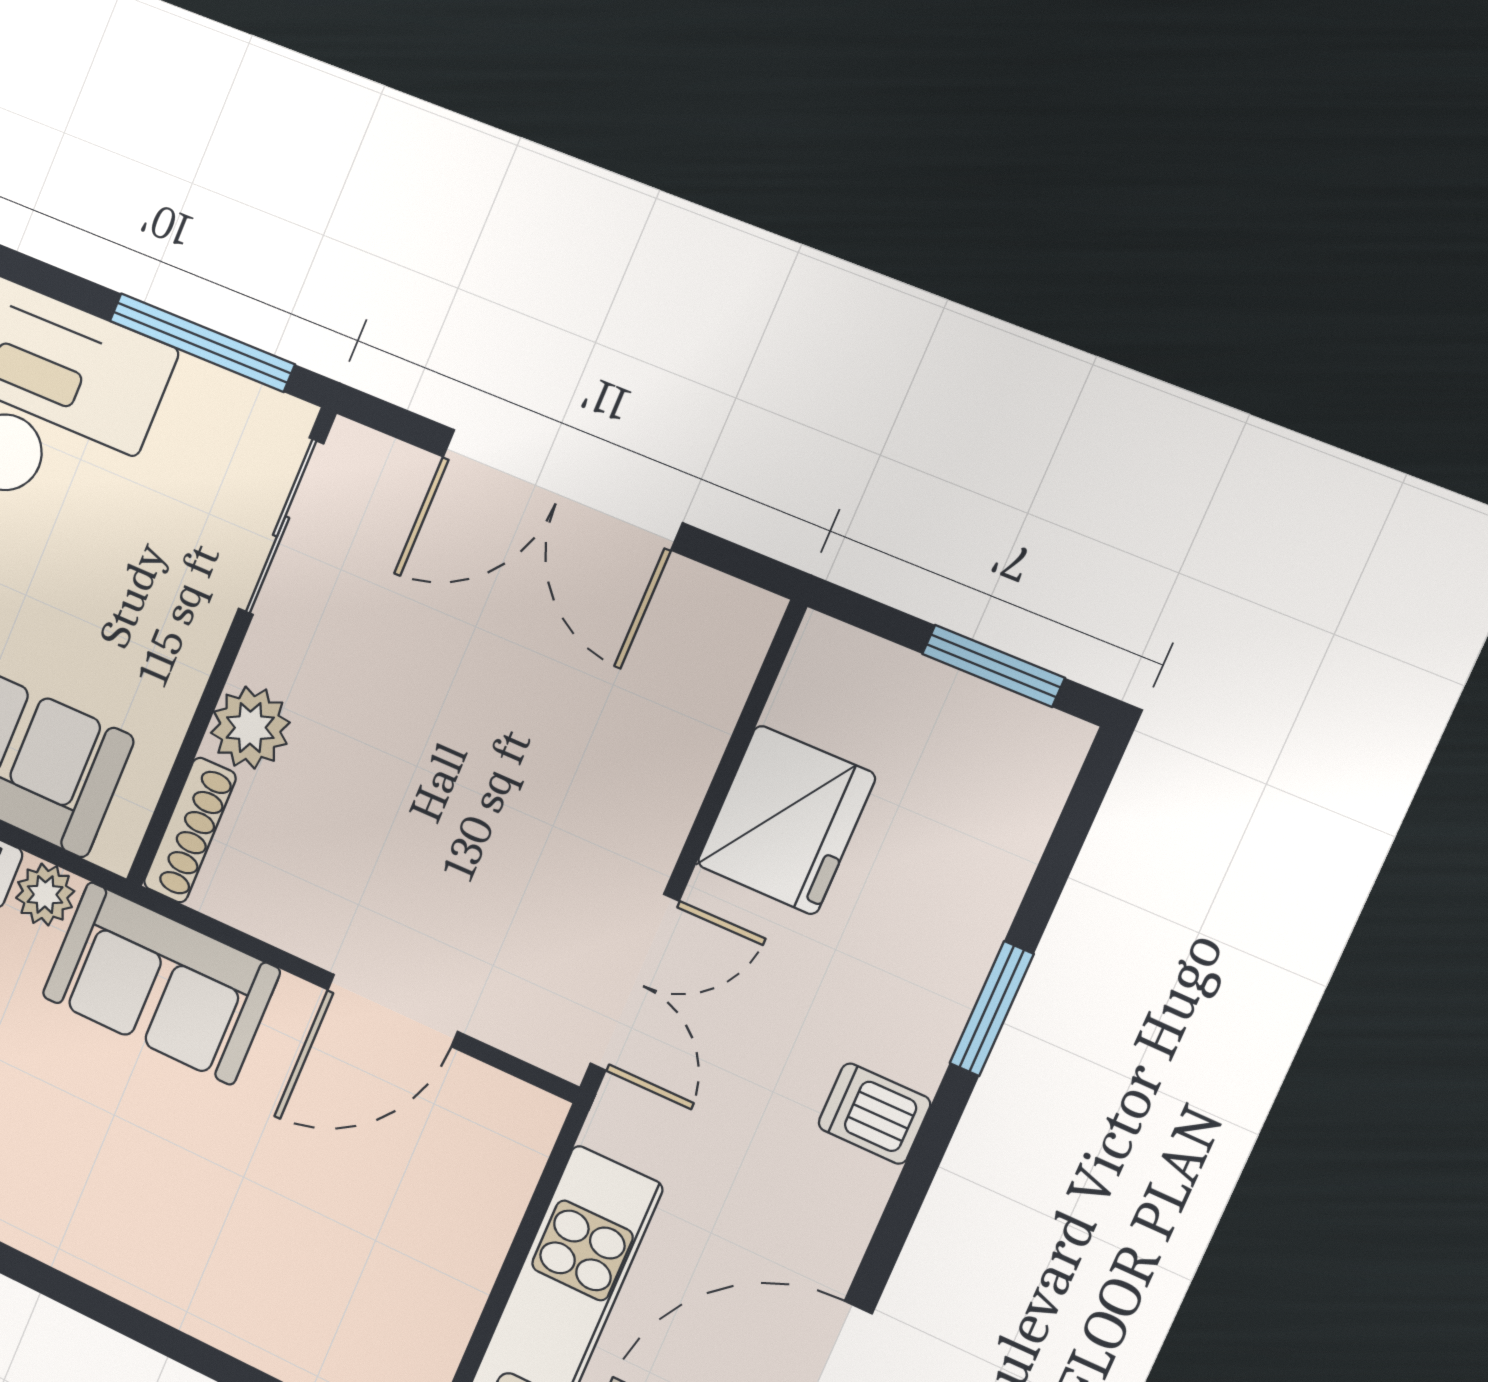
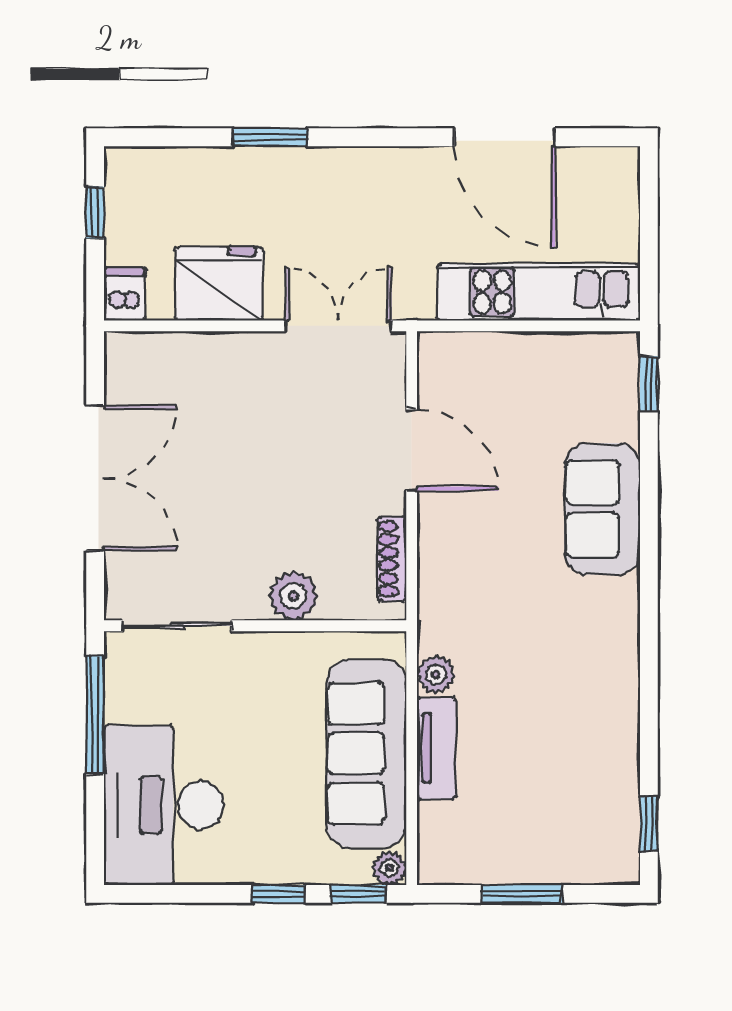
window: (993, 666) -> (95, 213), width x0.67
shoe rack: (190, 830) -> (392, 559), moved, turned -90
sofa: (160, 983) -> (602, 509), moved, turned 180
dishwasher: (874, 1114) -> (124, 294), moved, turned 180

